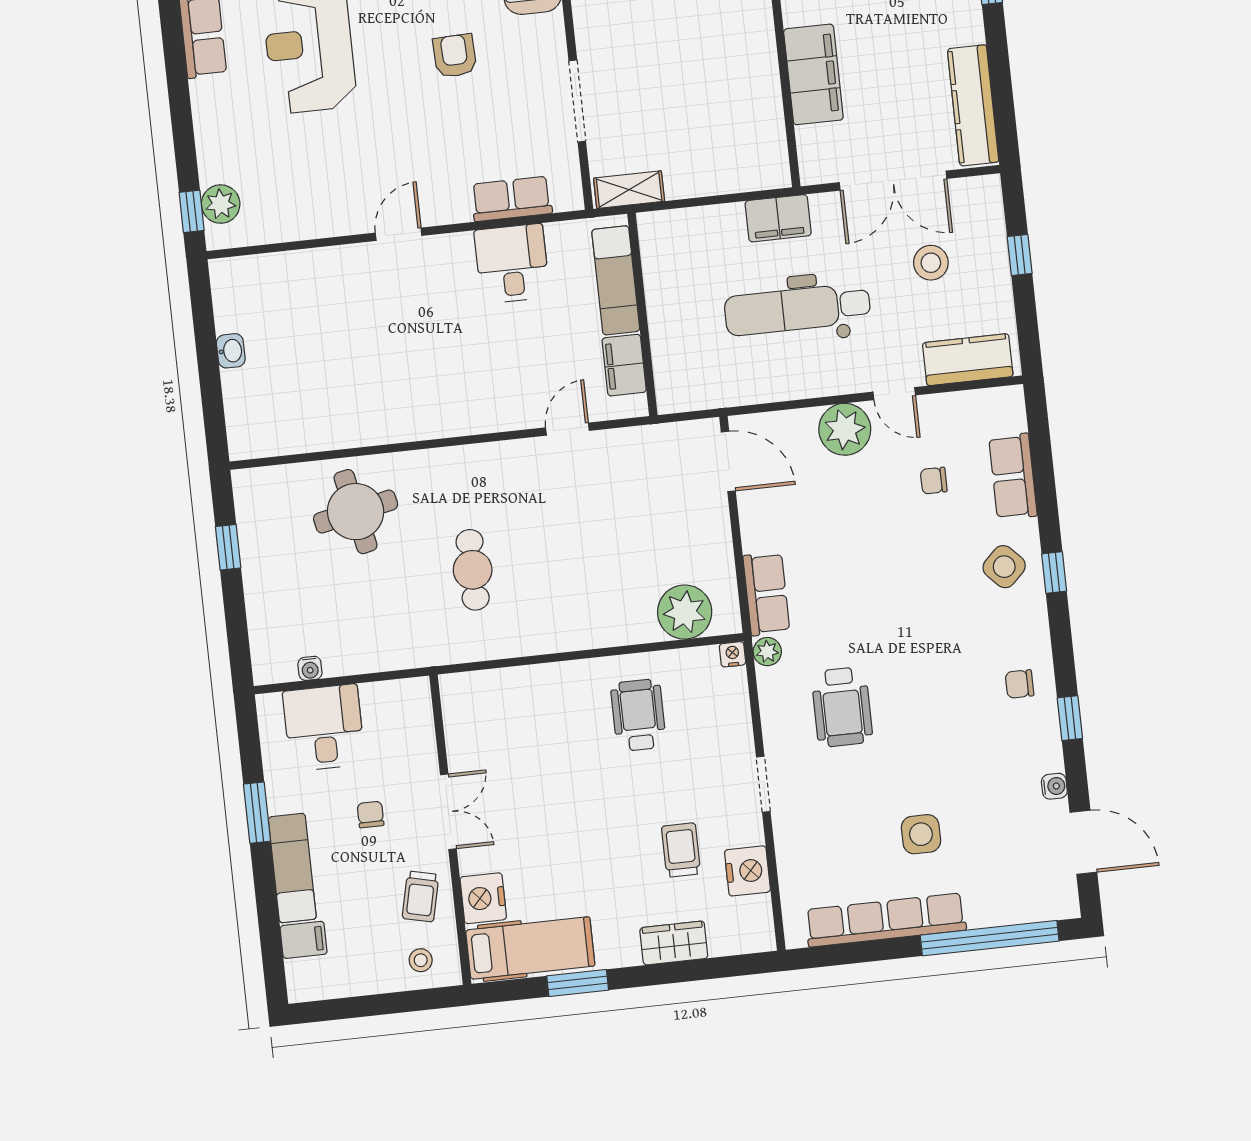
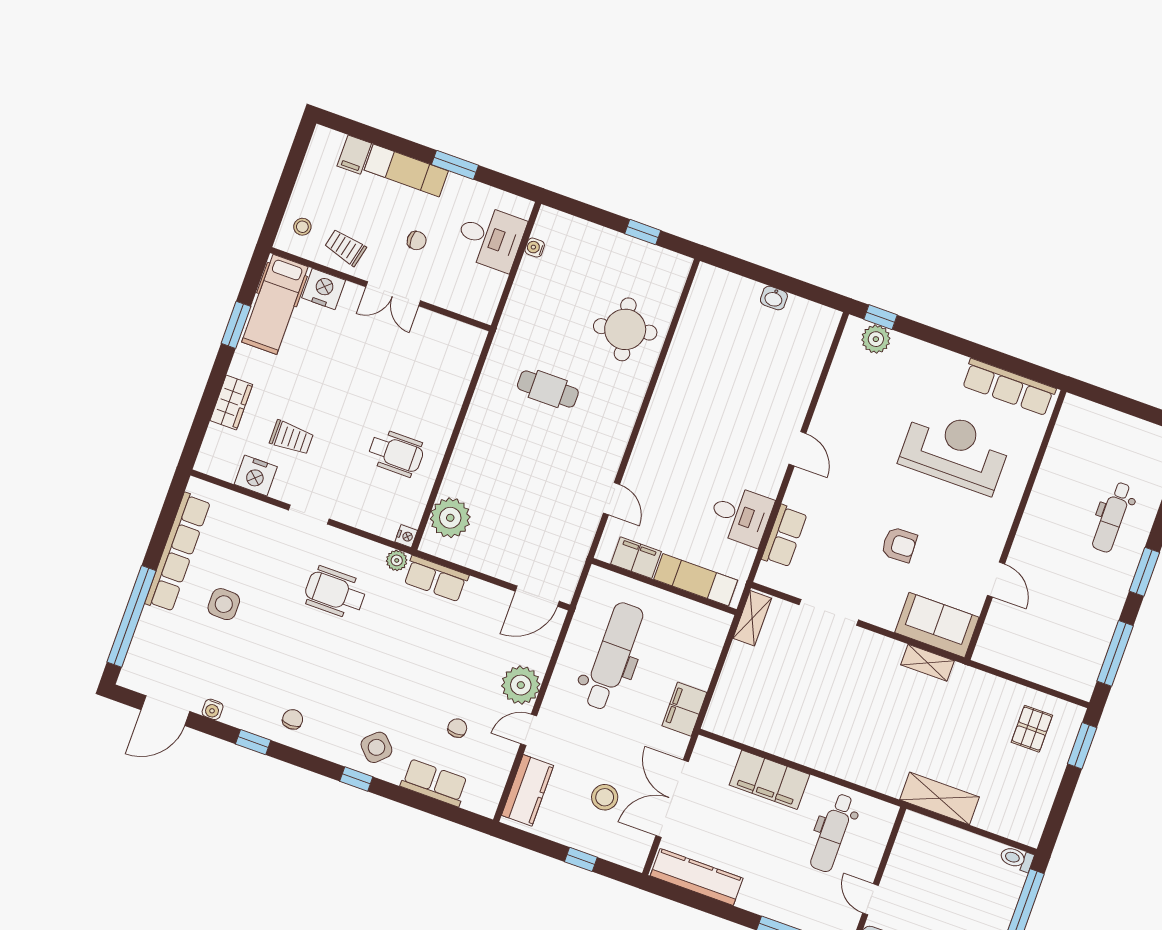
dental chair: (797, 309) -> (613, 656), moved

